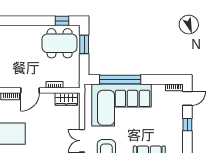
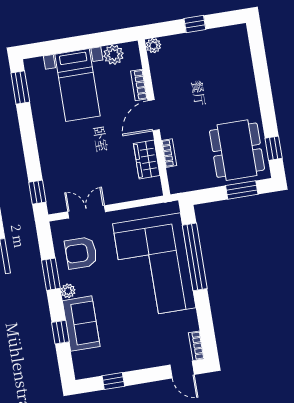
door: (30, 90) -> (154, 115), hinge flipped
wardrobe: (66, 99) -> (147, 159), moved
window: (187, 125) -> (113, 381), moved

